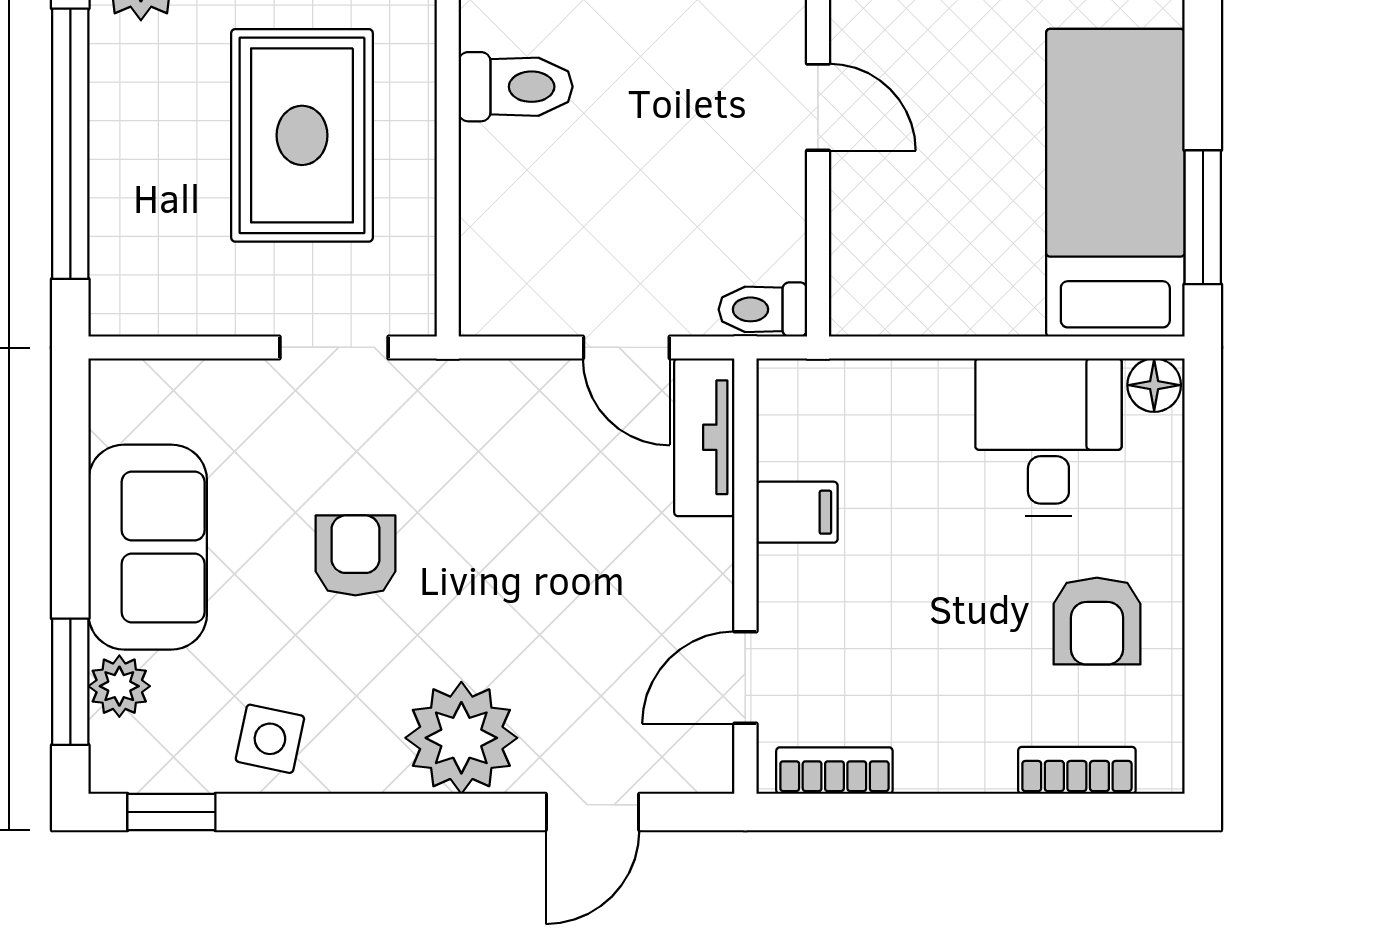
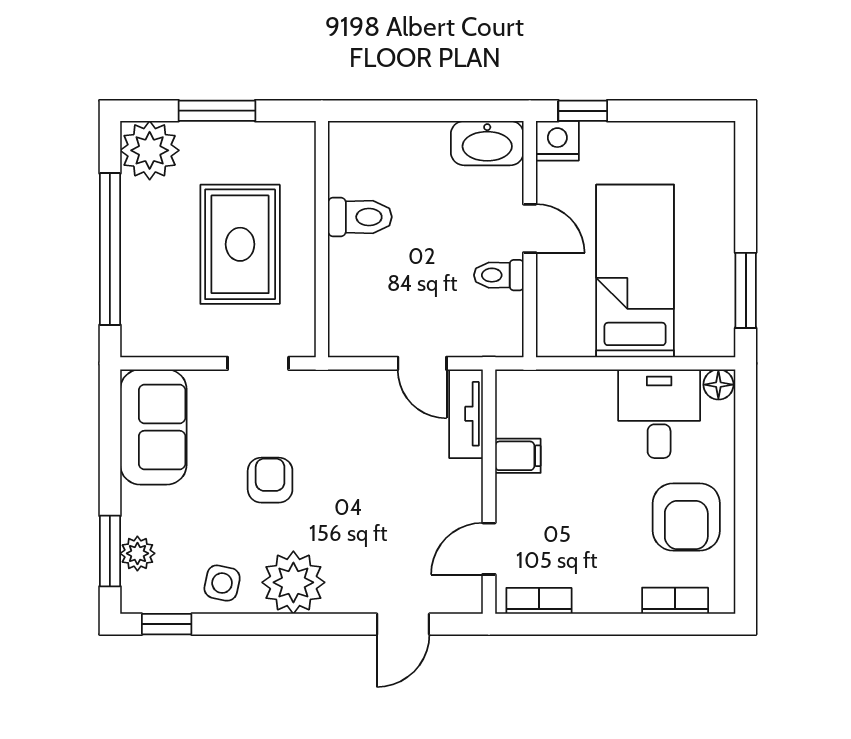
bed: (1115, 183) -> (635, 271), moved
toilet: (763, 309) -> (499, 275), moved
sofa: (148, 547) -> (153, 427), moved
armchair: (1097, 621) -> (686, 517), width x1.38, depth x1.38
plant: (461, 738) -> (293, 582), moved

